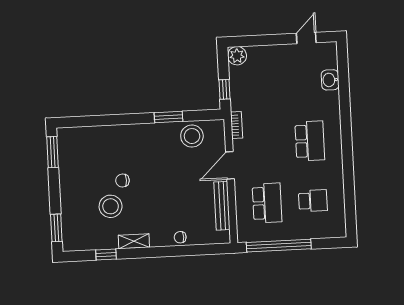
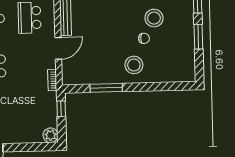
window: (168, 117) -> (106, 88), width x1.44
stool: (192, 136) -> (134, 65), moved
window: (52, 152) -> (198, 37), moved

